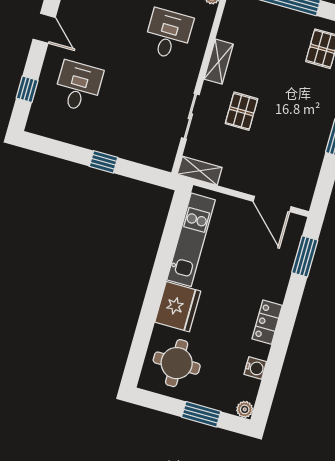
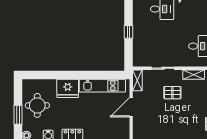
door: (272, 204) -> (131, 107), moved
round table: (177, 363) -> (37, 105), moved

